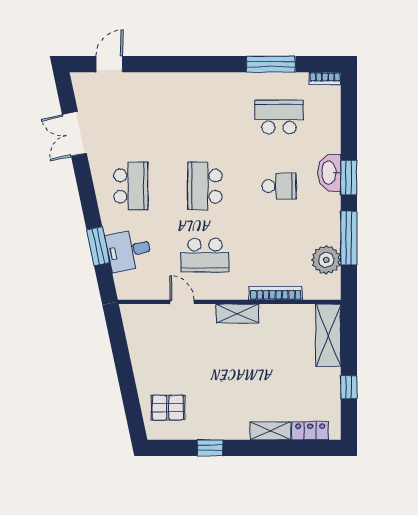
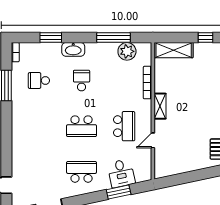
school desk: (279, 117) -> (39, 81), width x0.54
window: (349, 177) -> (51, 37), moved

